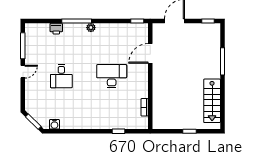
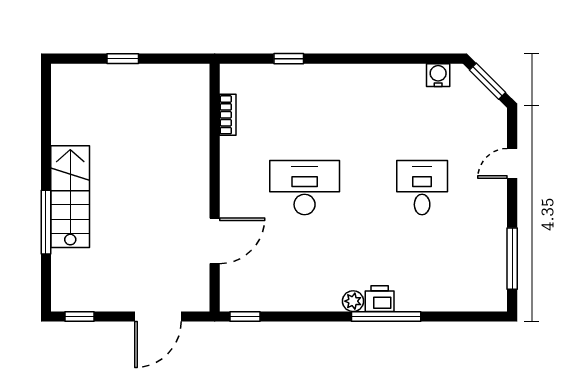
printer: (56, 29) -> (380, 299), moved
door: (23, 72) -> (512, 163), moved
desk: (112, 76) -> (305, 188), turned 180
stairs: (212, 101) -> (70, 197), moved

